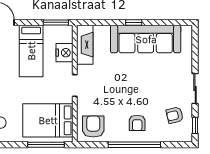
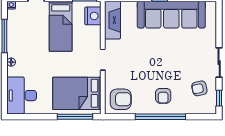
nightstand: (64, 53) -> (93, 16), moved
armchair: (93, 127) -> (121, 99), turned 90

